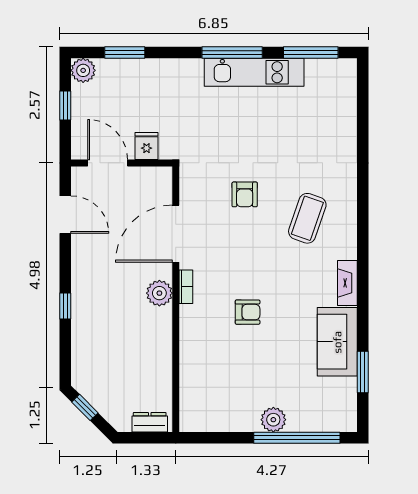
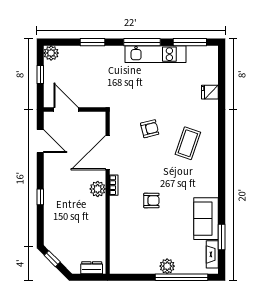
window: (125, 53) -> (92, 42), moved
fridge: (147, 146) -> (210, 92), moved, turned -90
armchair: (245, 194) -> (150, 129), turned -104
fireplace: (347, 283) -> (212, 254), moved

